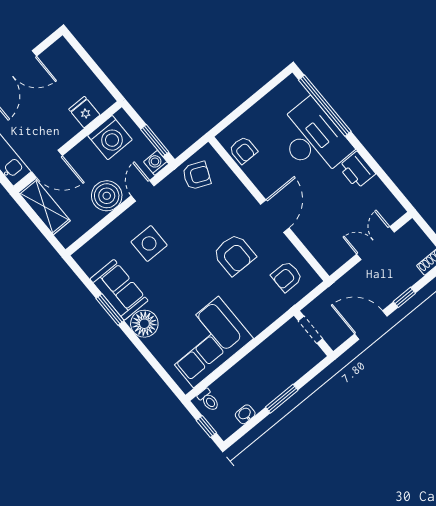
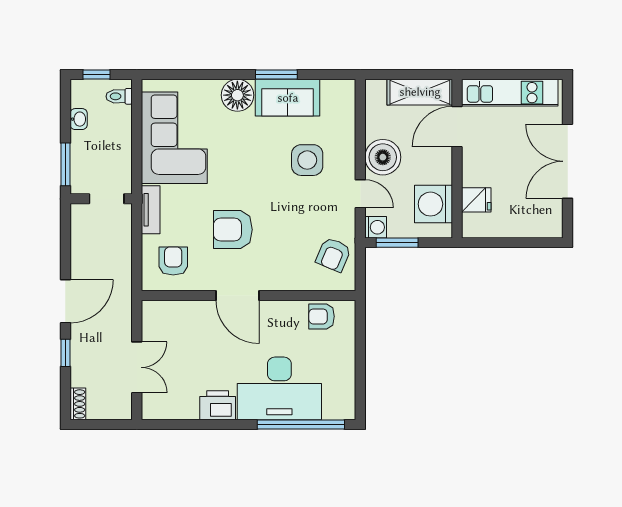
tv unit: (265, 319) -> (151, 210), added
doorway: (311, 330) -> (107, 199), moved
wall: (313, 333) -> (101, 199), moved

